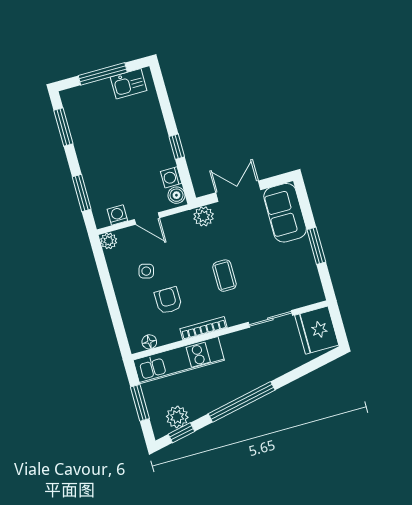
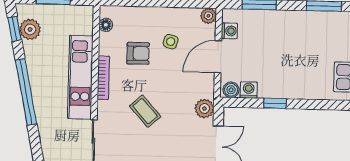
door: (147, 219) -> (218, 57), width x1.38
coffee table: (225, 276) -> (145, 111), turned 48
kitchen unit: (179, 360) -> (80, 77), moved

